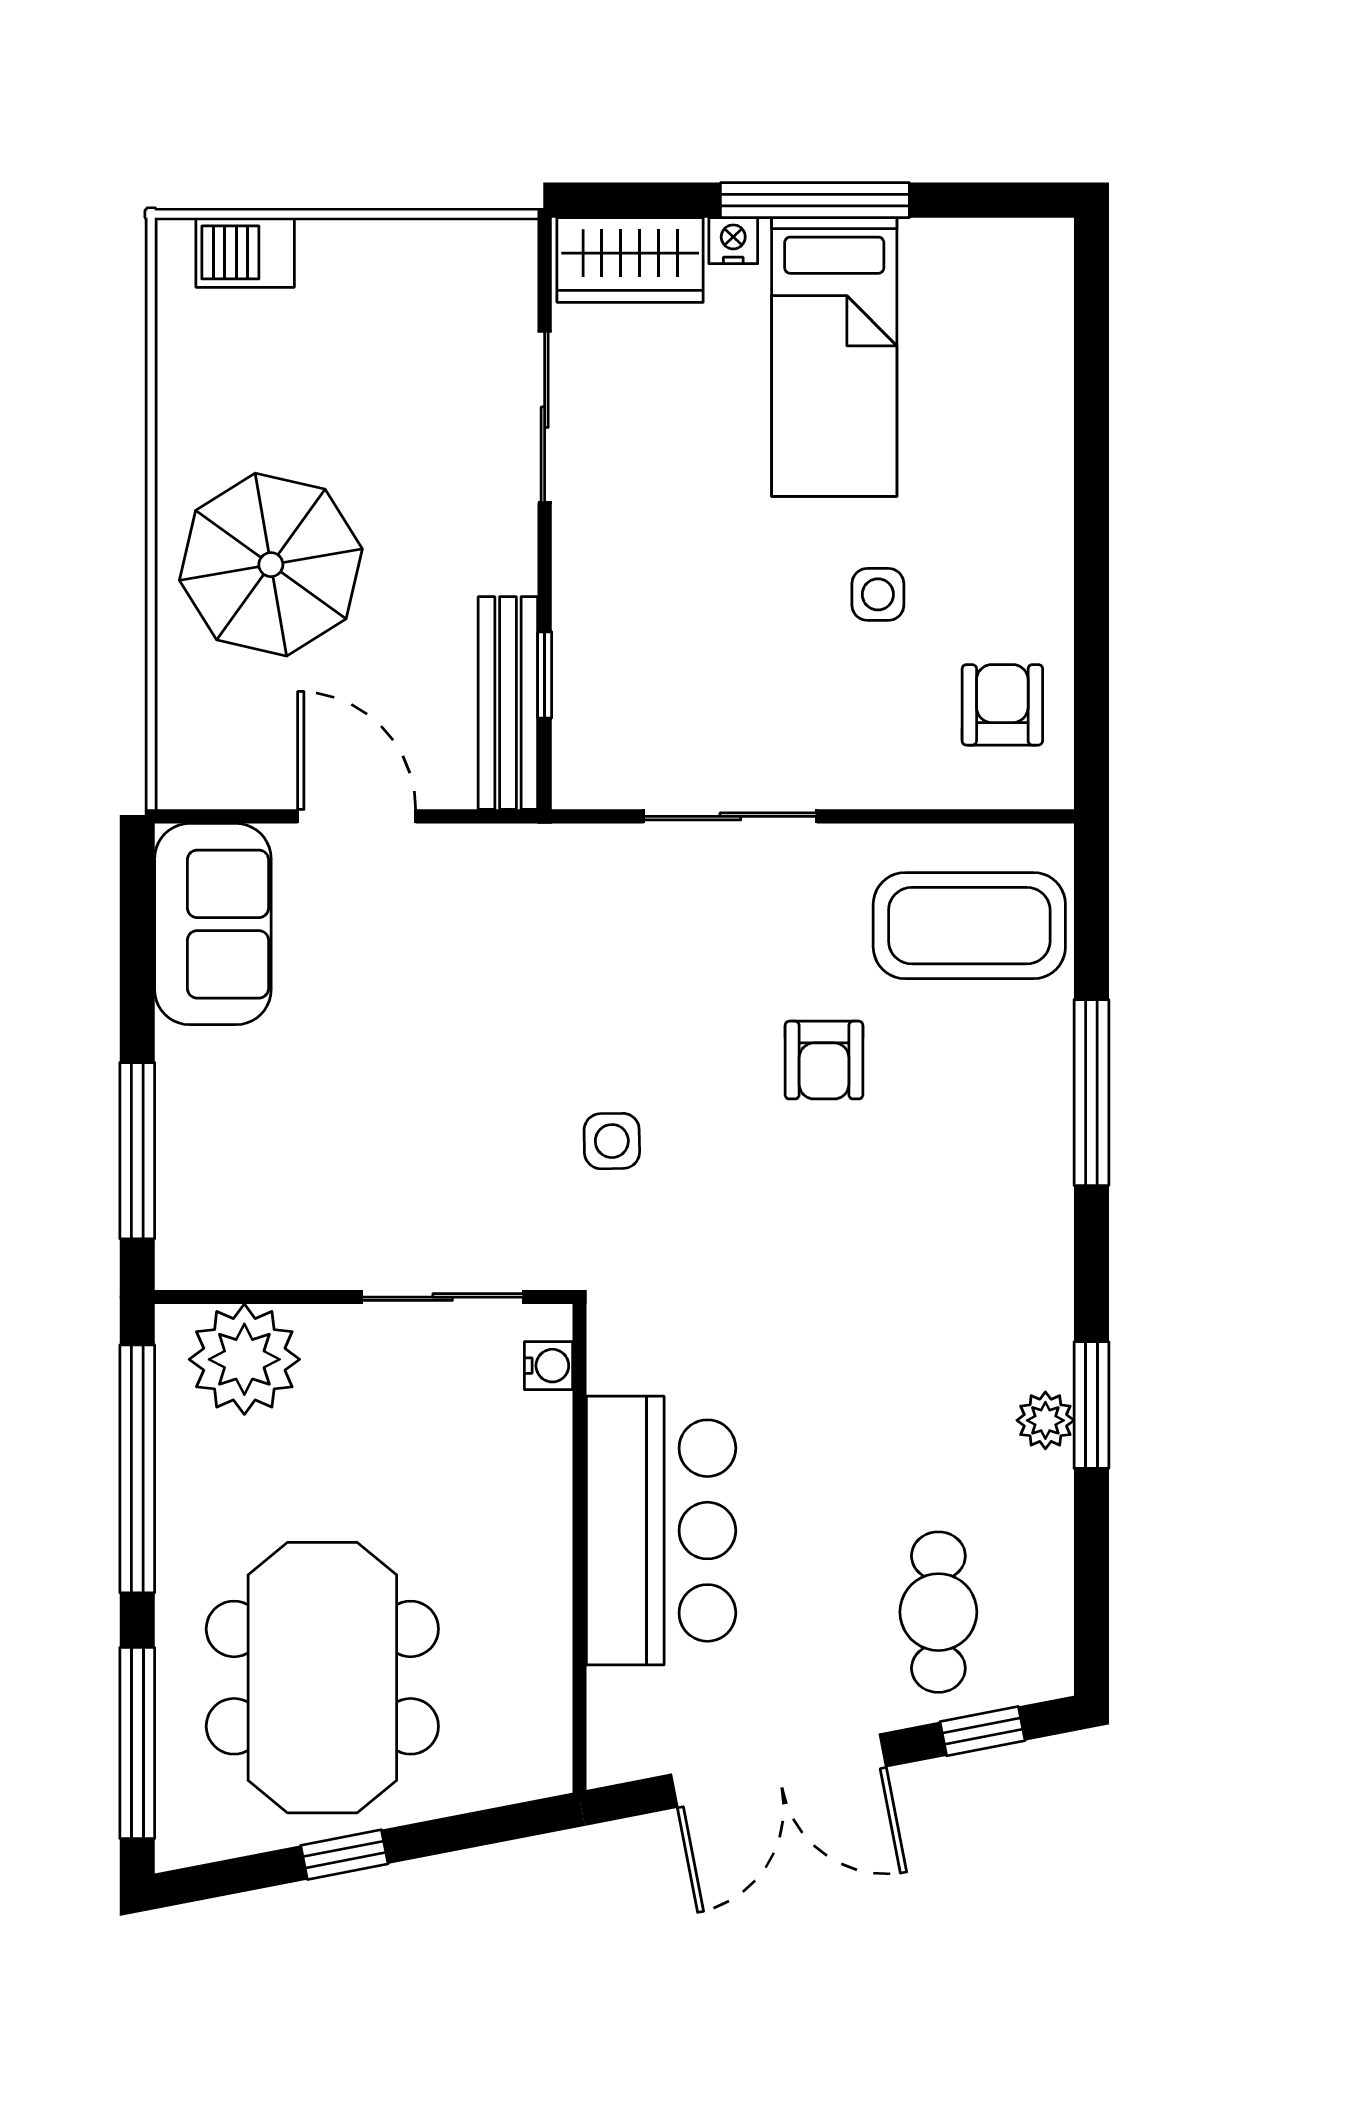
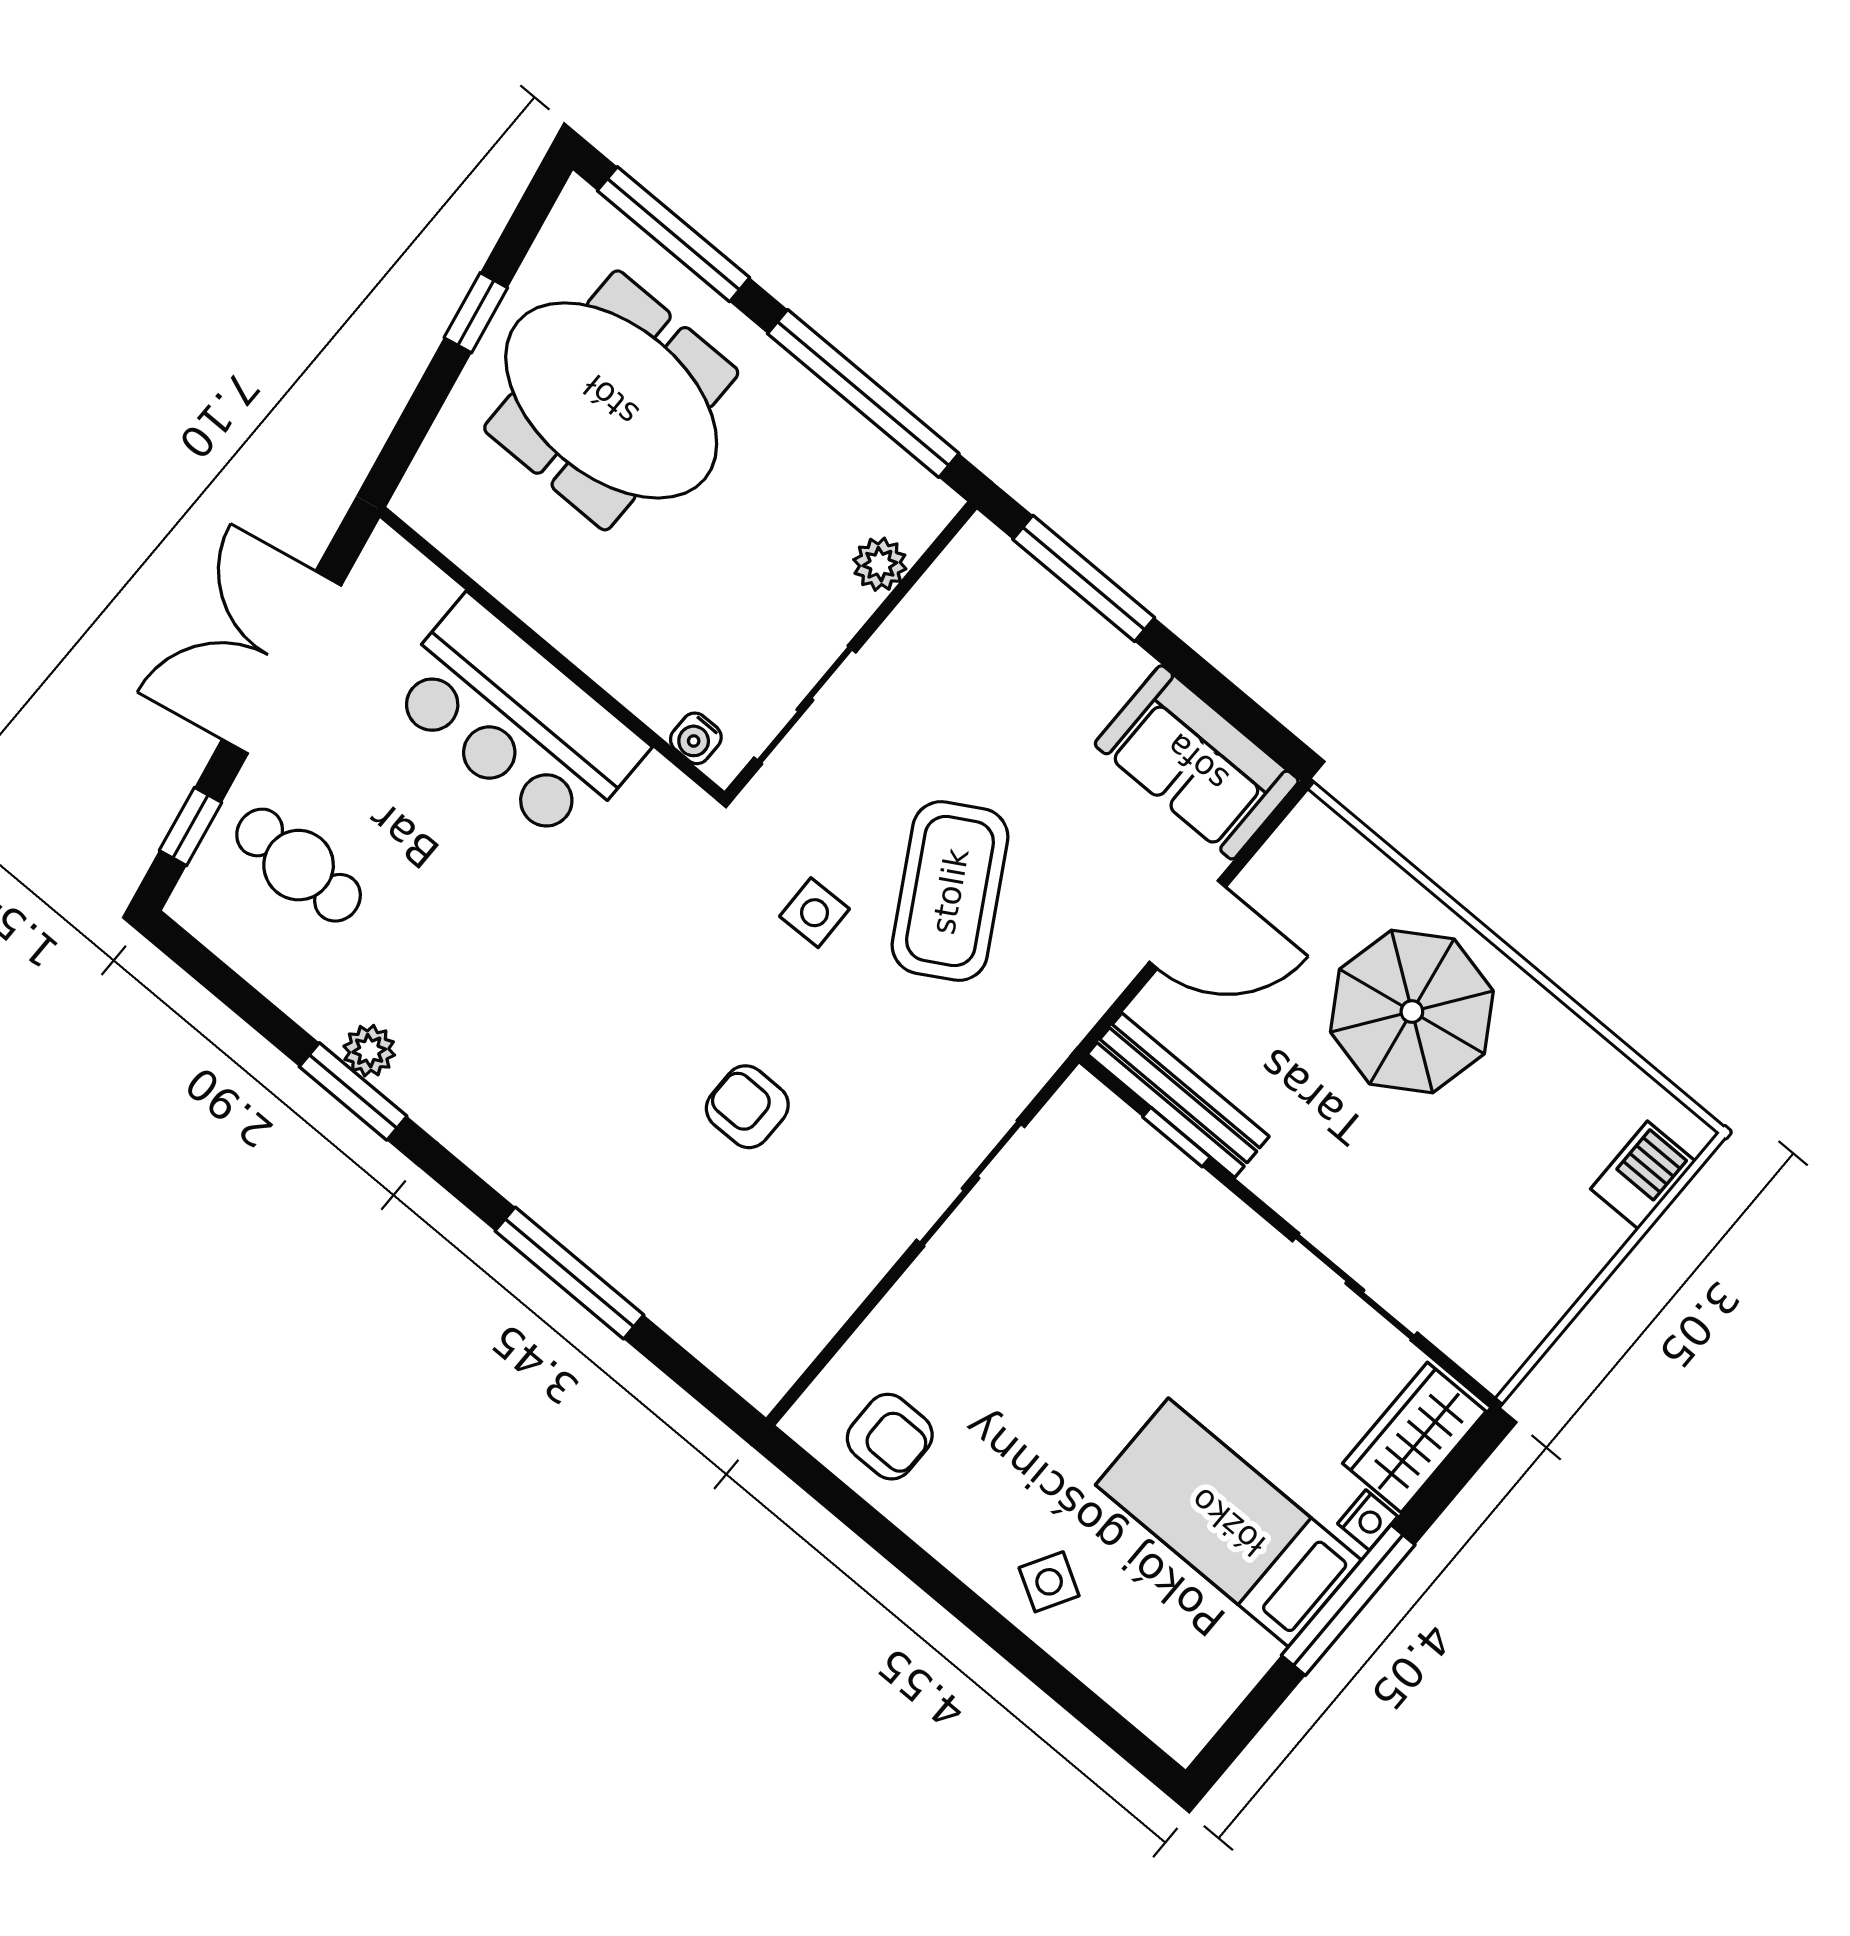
side table: (878, 594) -> (1049, 1582), moved, turned 30
coffee table: (969, 926) -> (950, 891), moved, turned -30
plant: (244, 1359) -> (880, 564), width x0.53, depth x0.53

